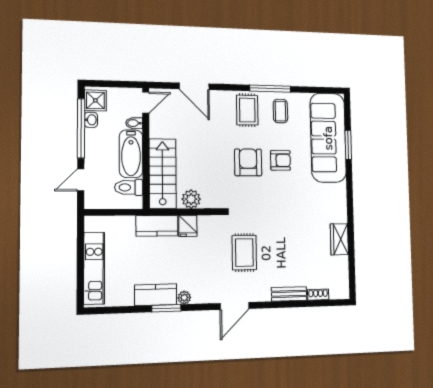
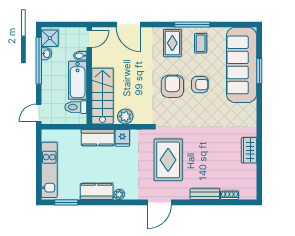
door: (81, 180) -> (39, 113), moved
rug: (244, 253) -> (168, 160), width x1.36, depth x1.43
window: (166, 308) -> (66, 202), moved

